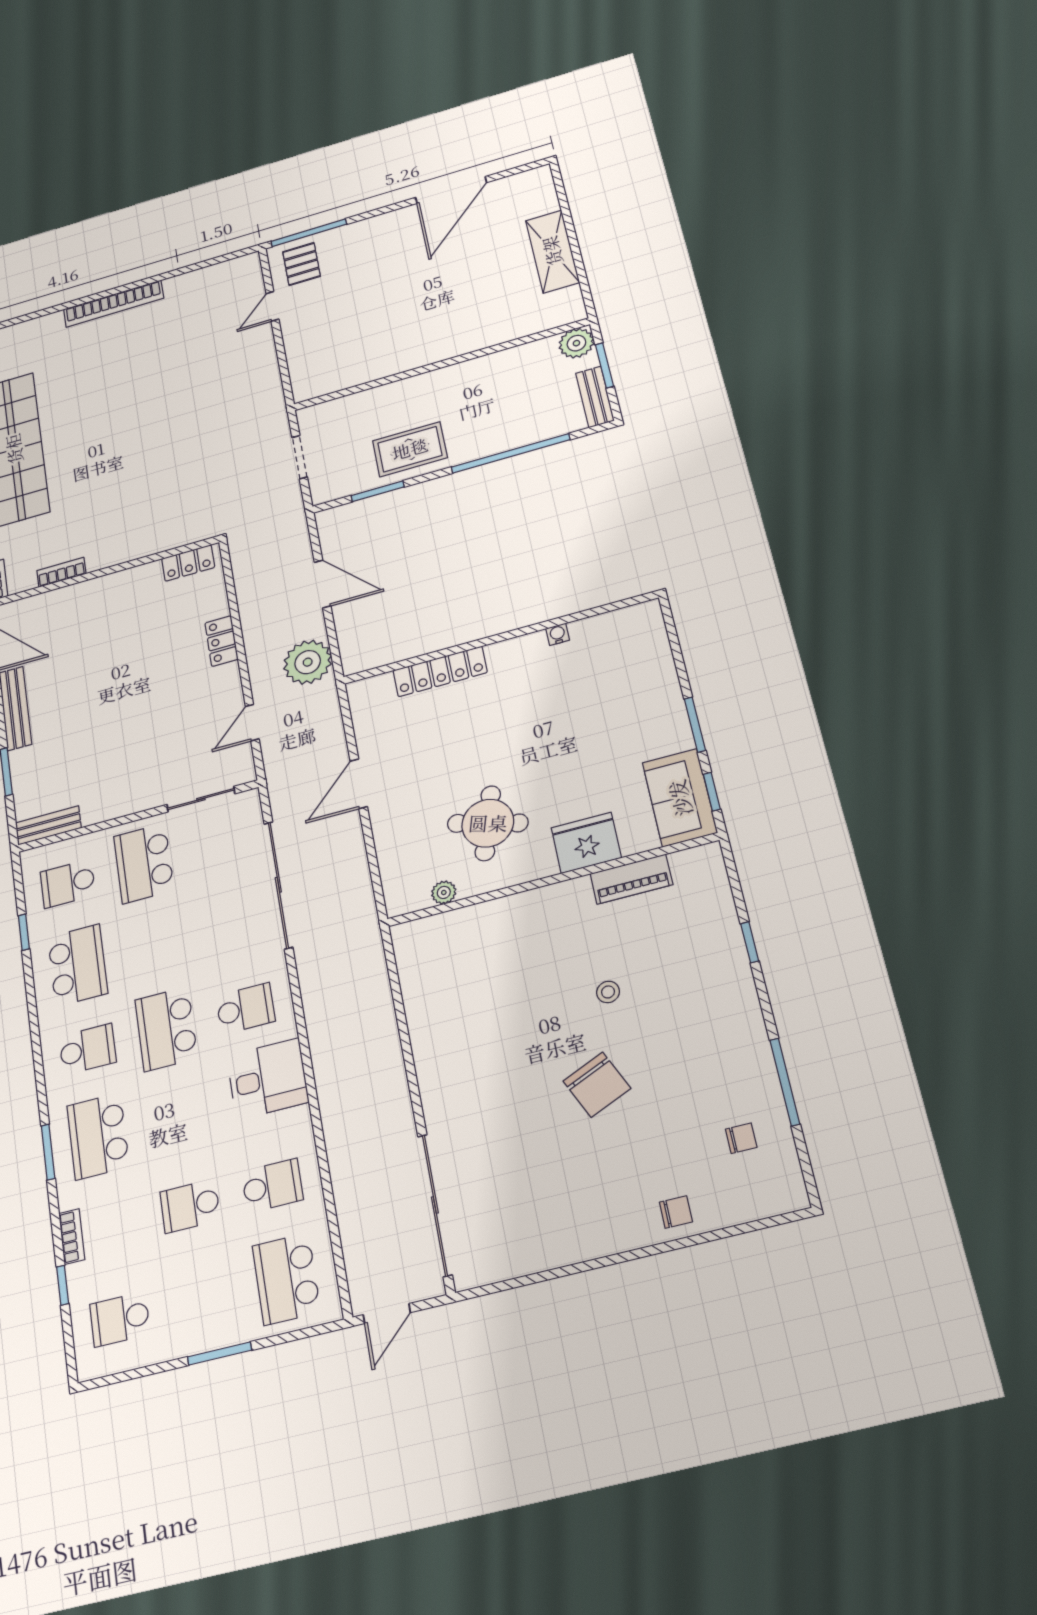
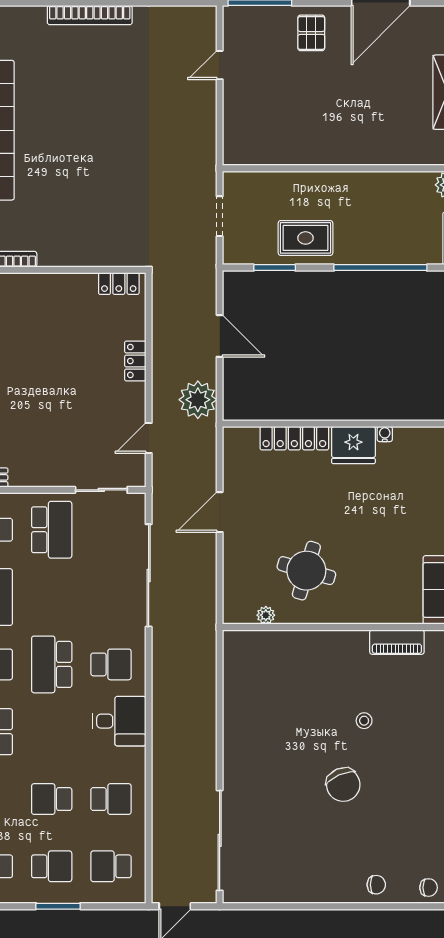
pallet: (302, 264) -> (311, 33), moved
fridge: (586, 843) -> (353, 445), moved, turned 180
school desk: (144, 863) -> (52, 530), turned 180
chair: (741, 1138) -> (429, 888), moved
school desk: (286, 1279) -> (111, 866), width x0.54
school desk: (203, 1299) -> (52, 866), added

